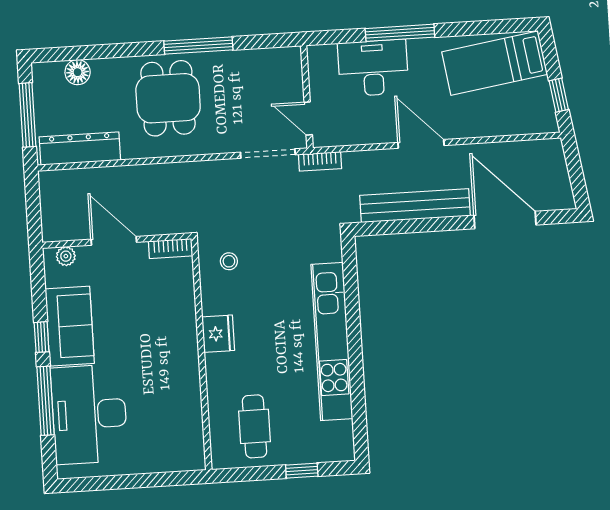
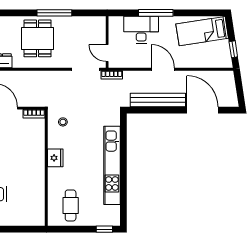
window: (302, 471) -> (104, 229), moved

